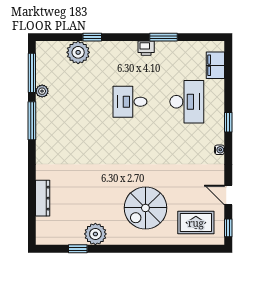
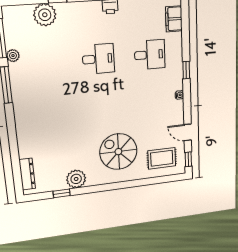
desk: (130, 102) -> (98, 59), turned 180
desk: (187, 102) -> (150, 55), width x0.73
dresser: (43, 198) -> (27, 174), moved
spiral stairs: (145, 208) -> (118, 152), turned 90

